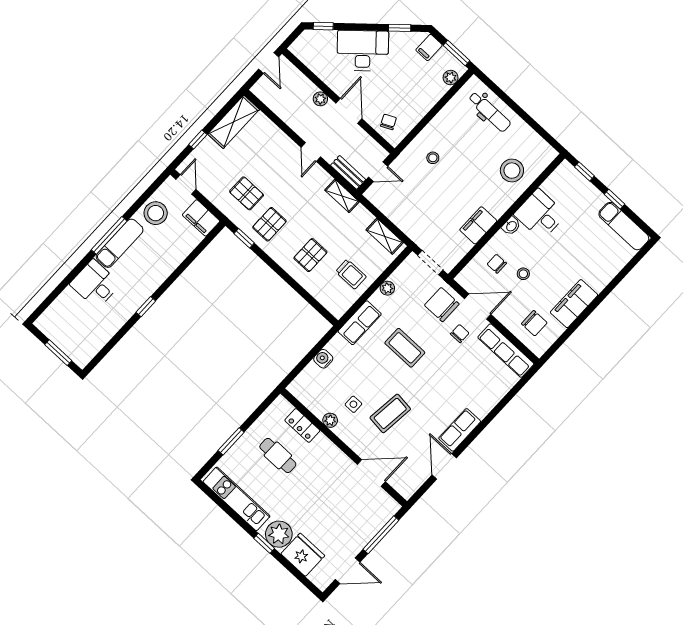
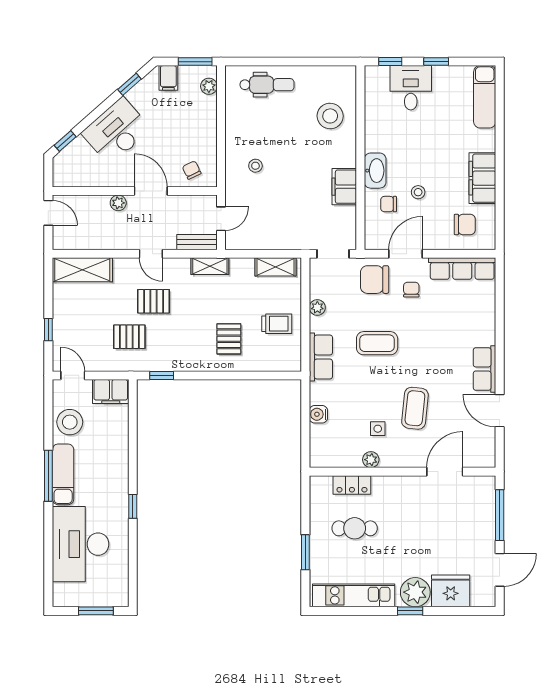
shelving: (234, 122) -> (82, 270), moved, turned 90
desk: (540, 214) -> (411, 88), moved, turned 90
pallet: (269, 224) -> (154, 301), moved, turned 90
washbasin: (511, 226) -> (375, 171), width x1.91, depth x1.45
exam couch: (624, 226) -> (485, 97), moved, turned 90
desk: (95, 284) -> (81, 544), width x1.87, depth x1.30

